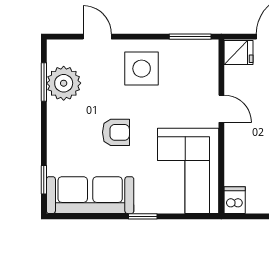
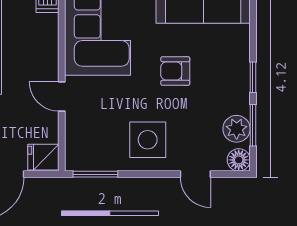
floor lamp: (57, 50) -> (239, 160), added
plant: (64, 83) -> (237, 129), width x0.73, depth x0.73
window: (44, 180) -> (253, 77), moved

